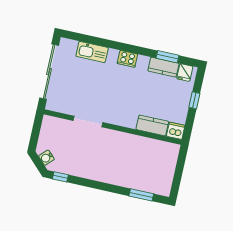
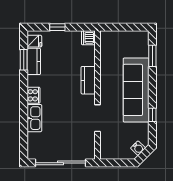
kitchen sink: (92, 52) -> (34, 118), moved
kitchen counter: (152, 125) -> (88, 80), moved
sofa: (109, 169) -> (136, 90), added
window: (60, 177) -> (152, 115), moved

